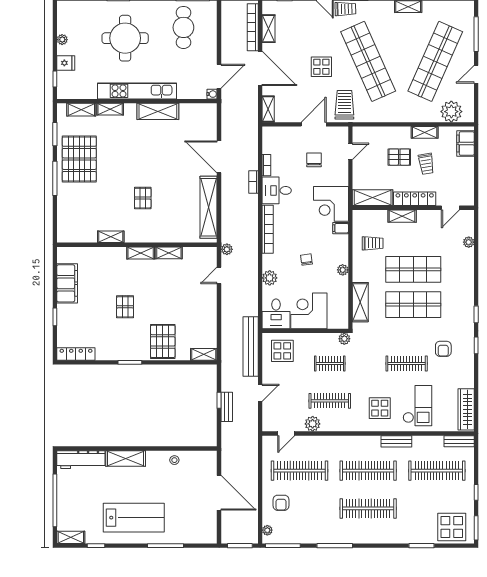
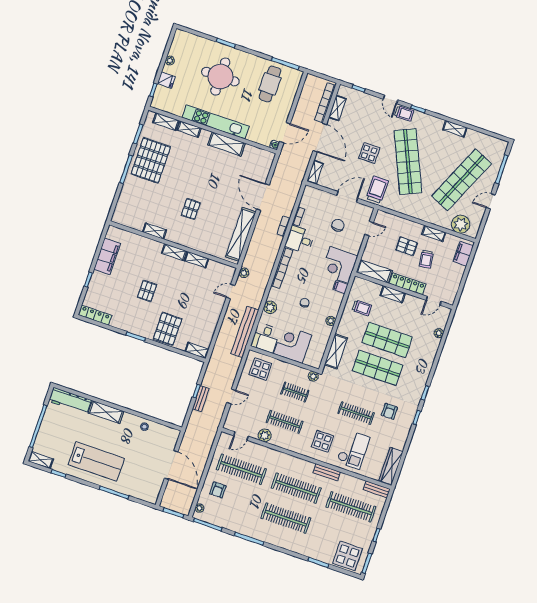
bench: (251, 347) -> (245, 332), moved

